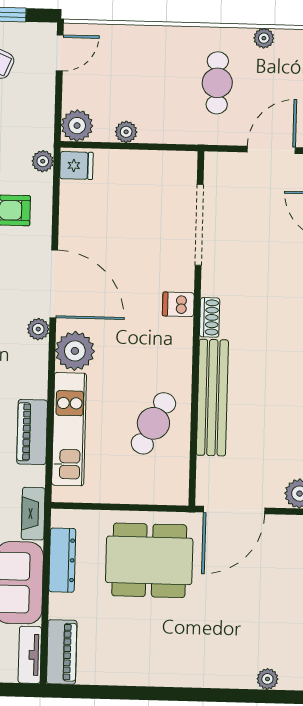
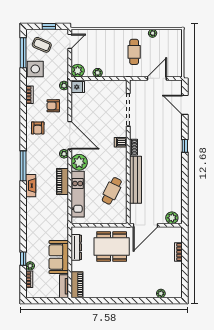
piano: (32, 432) -> (63, 181), moved
fireplace: (33, 514) -> (64, 229), removed

